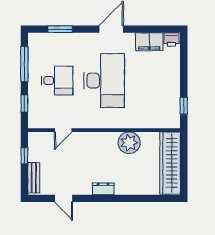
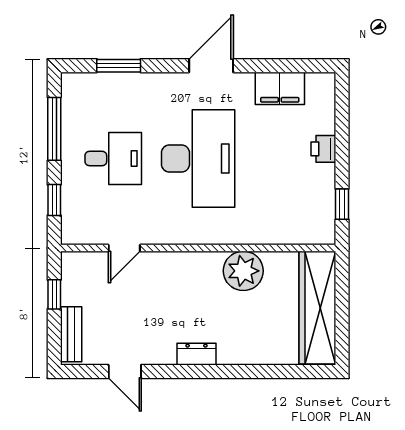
printer: (171, 39) -> (323, 149), moved, turned 90

